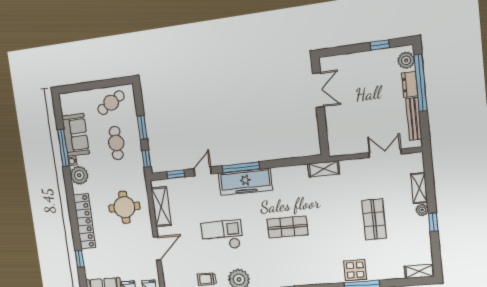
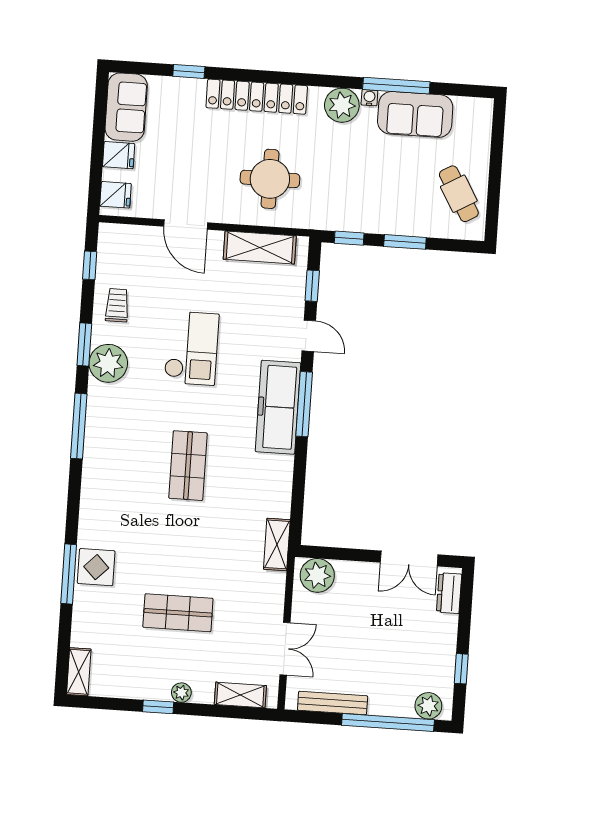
dresser: (410, 84) -> (449, 593), moved, turned -90
plant: (338, 142) -> (317, 575), added
cafe table: (116, 143) -> (387, 188), removed
shelving: (419, 188) -> (240, 695), moved

